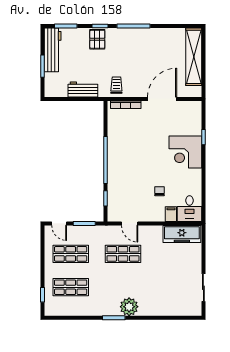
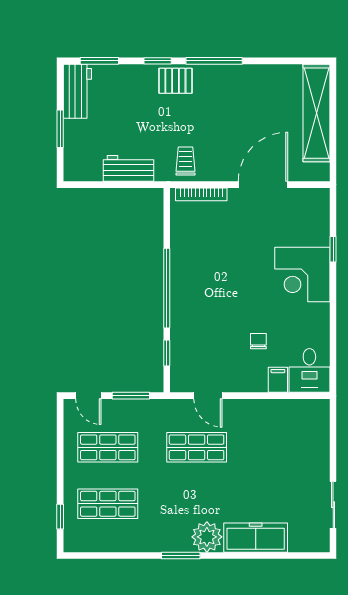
pallet: (97, 39) -> (175, 81), moved, turned 90
workbench: (53, 50) -> (77, 91), width x0.73
freezer: (182, 234) -> (256, 538), moved, turned 180

